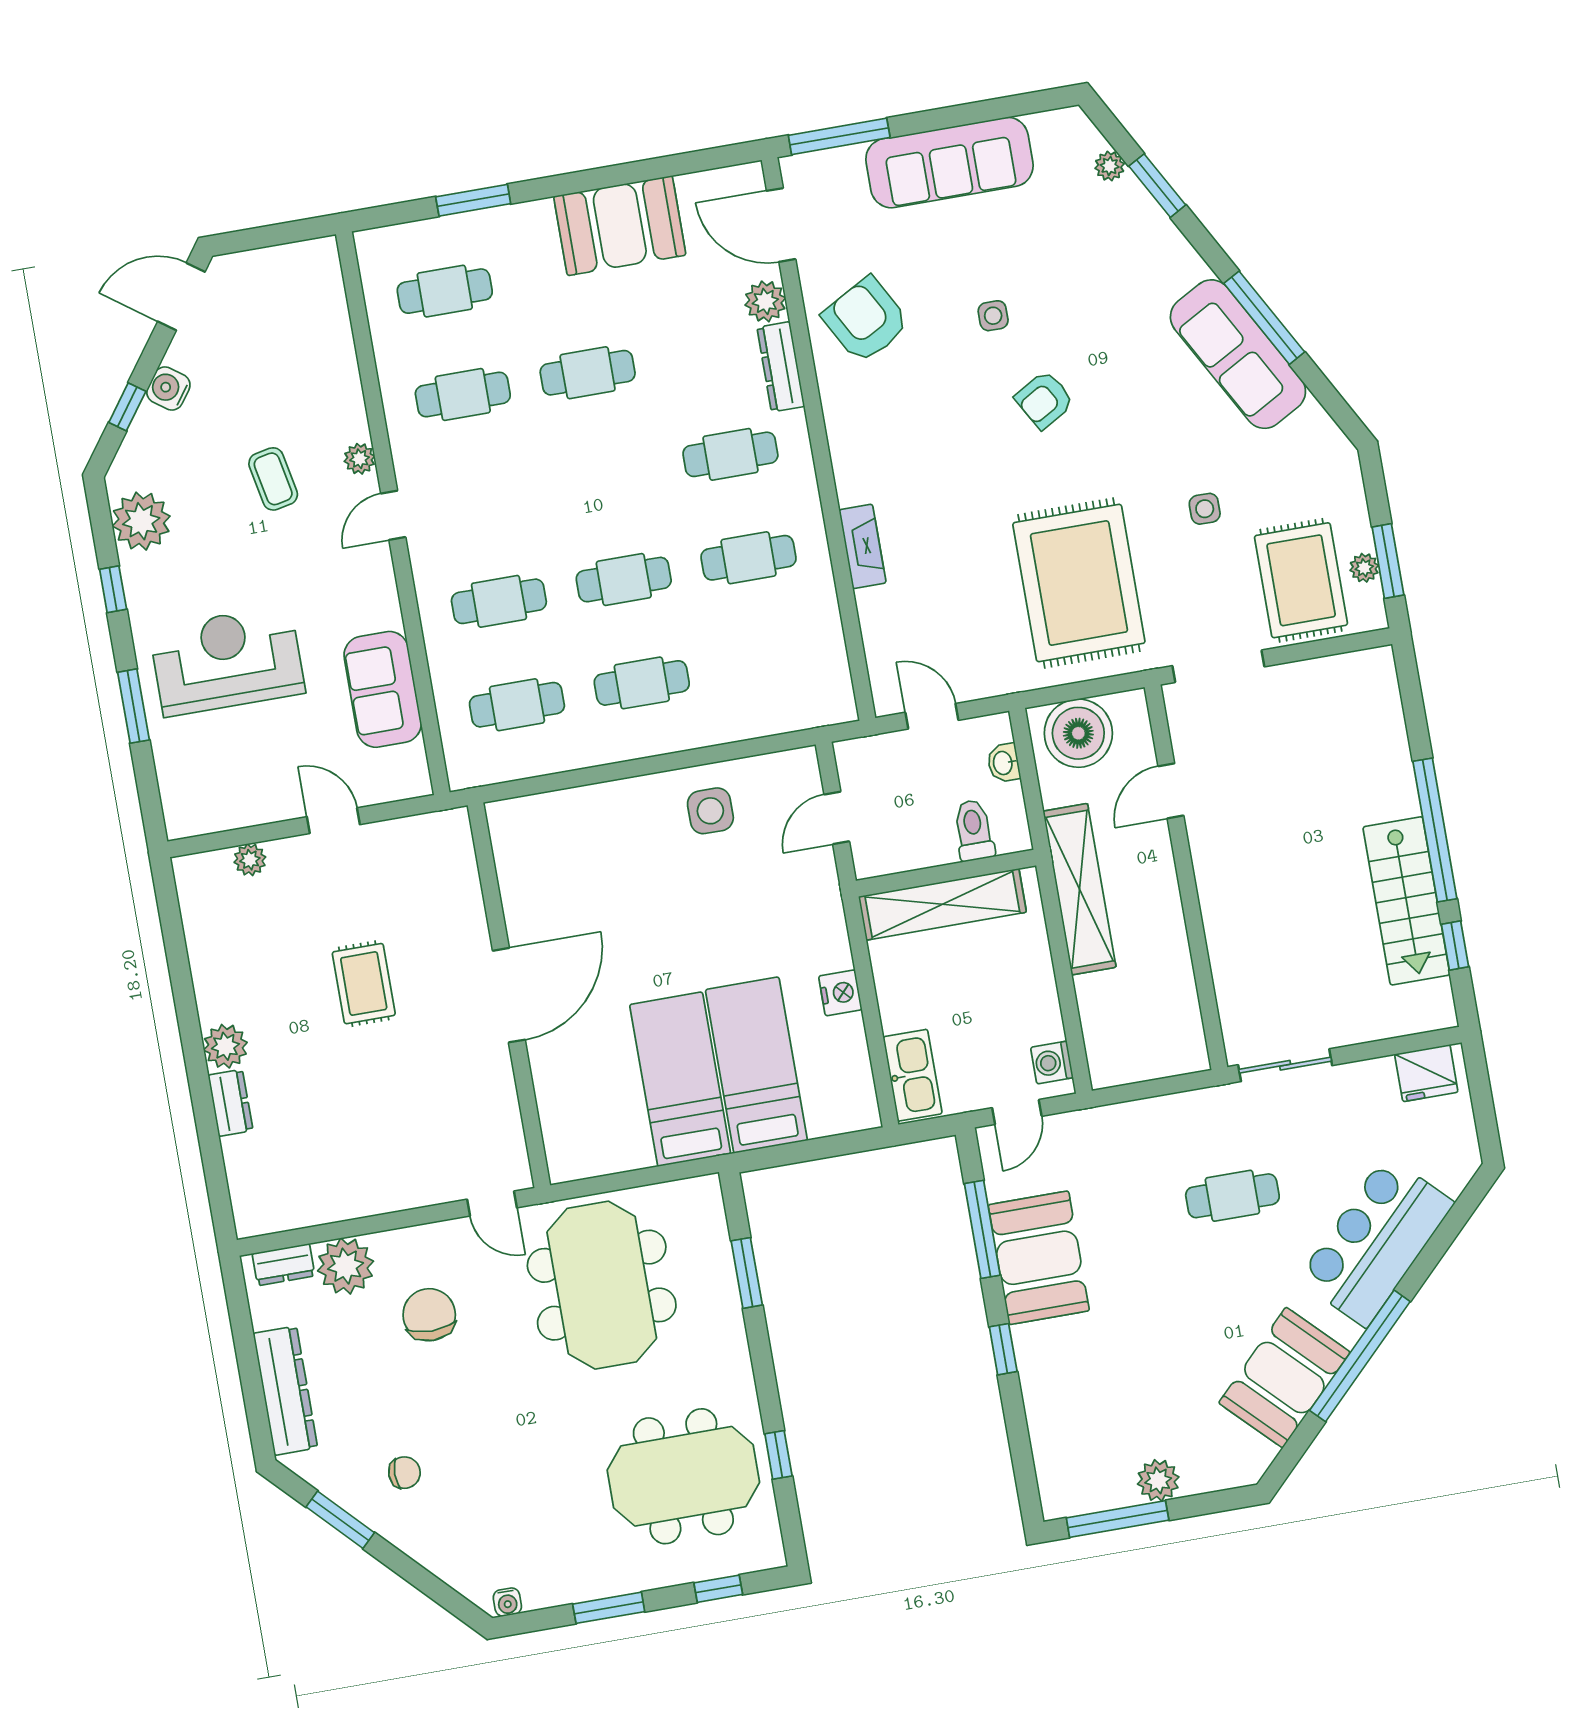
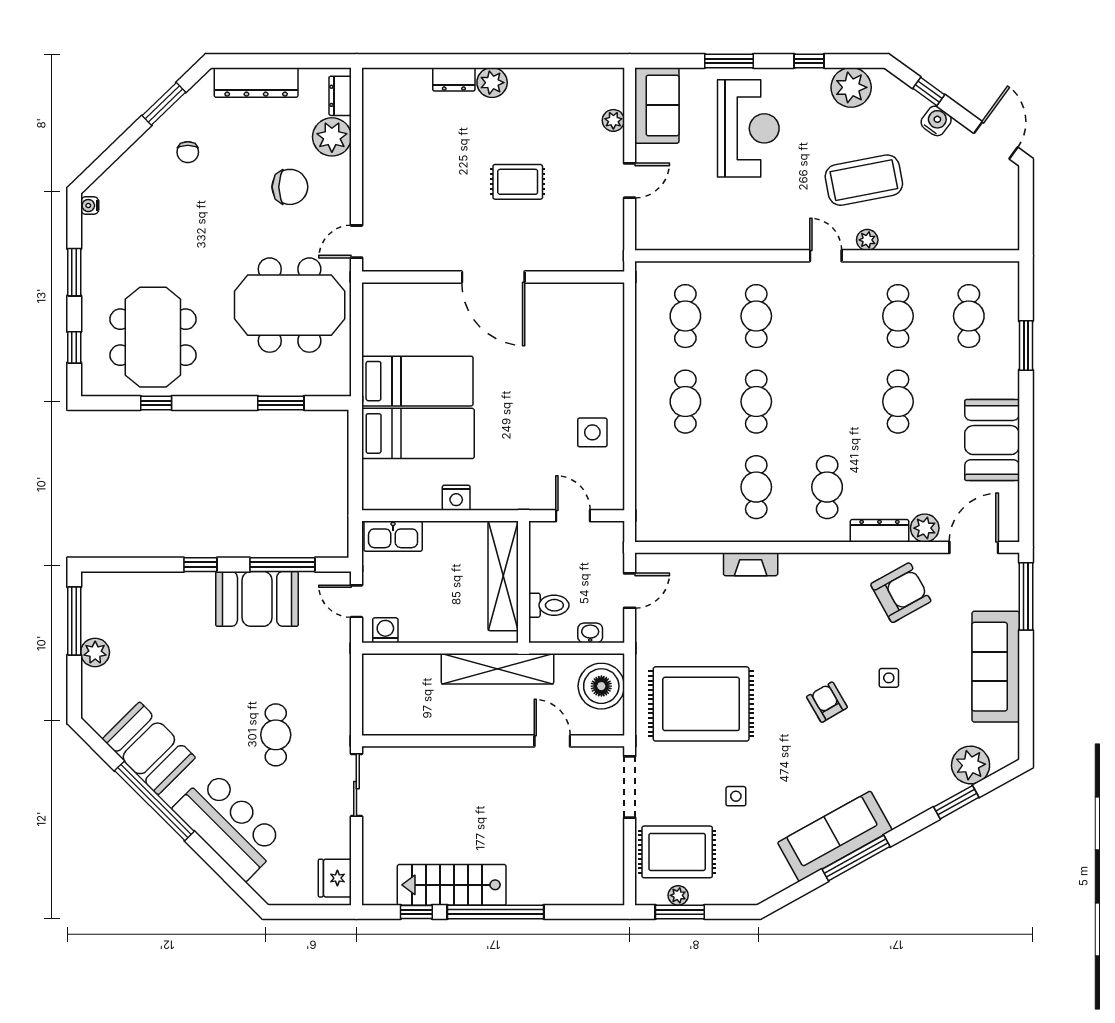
plant: (1110, 166) -> (971, 765), width x1.88, depth x1.88
coffee table: (273, 479) -> (864, 180), width x1.86, depth x1.72
sofa: (383, 689) -> (657, 105), moved, turned 90

